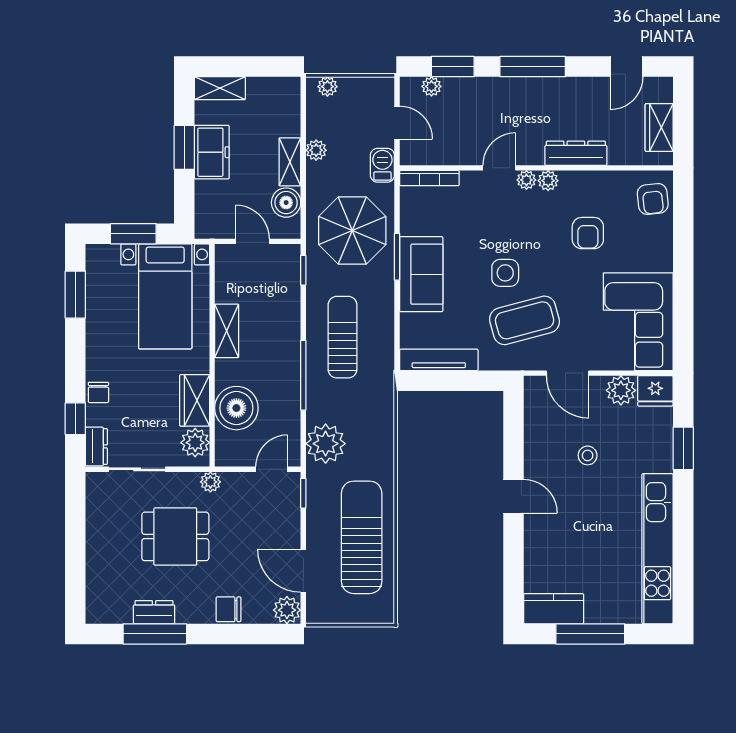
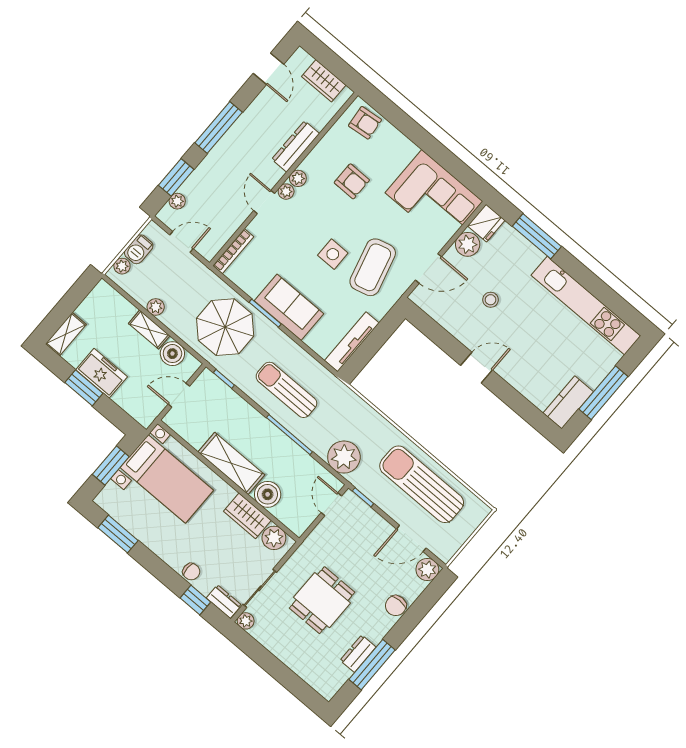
barbecue: (382, 165) -> (139, 249), moved, turned -90
shelving: (227, 331) -> (231, 463), width x1.50, depth x1.33
boiler: (236, 408) -> (268, 494), width x0.73, depth x0.73
window: (683, 448) -> (537, 236), width x1.44
plant: (210, 482) -> (246, 621), moved

